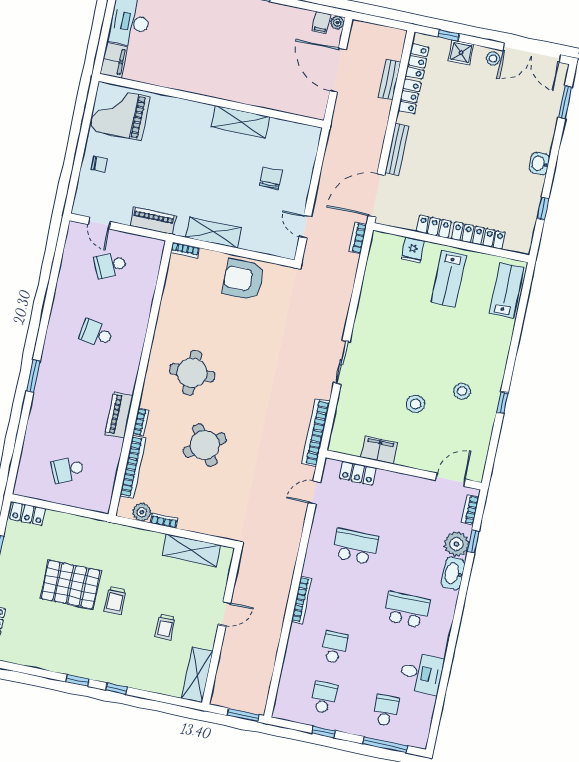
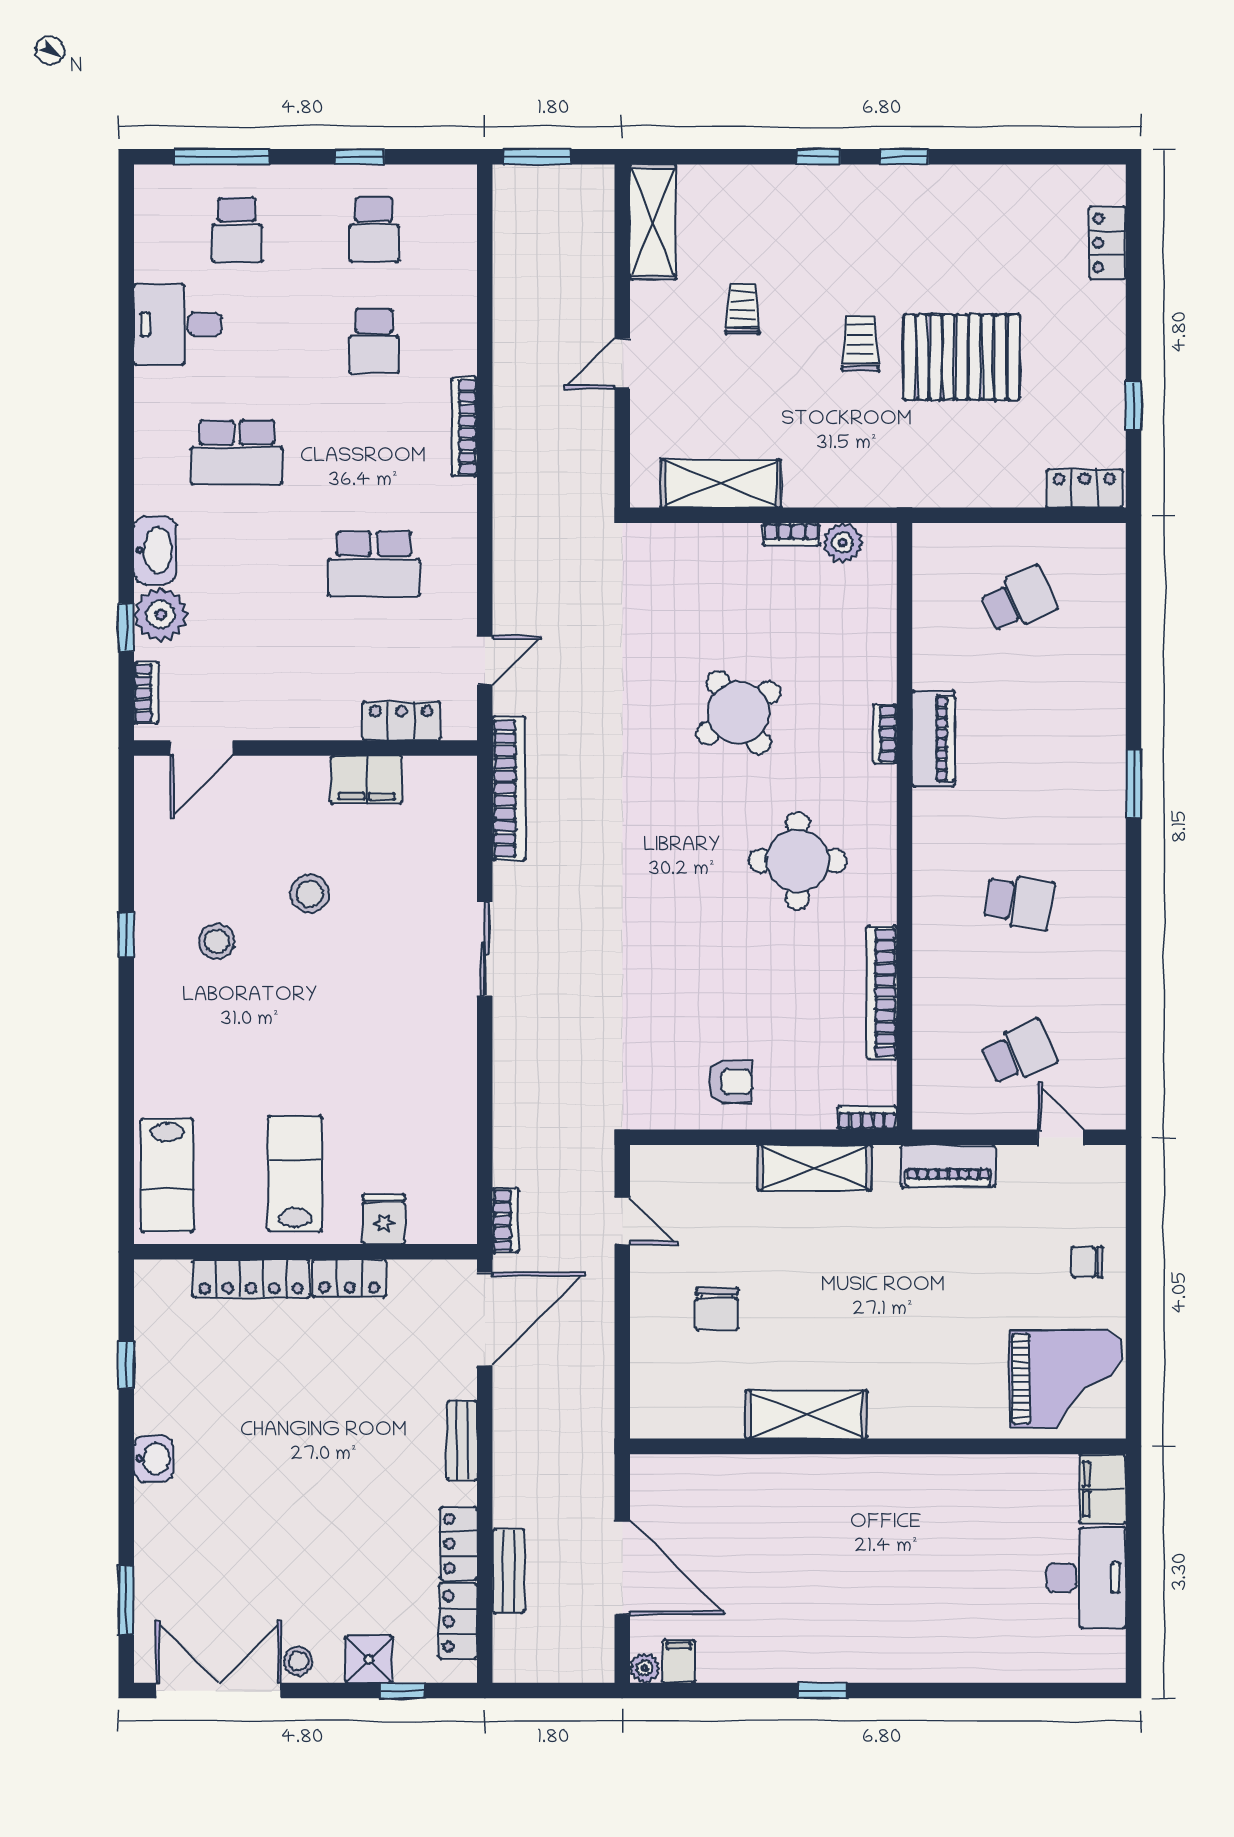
bench: (397, 149) -> (462, 1441), width x0.73
armchair: (243, 279) -> (731, 1082), width x0.53, depth x0.53
bookcase: (133, 467) -> (882, 993), moved

